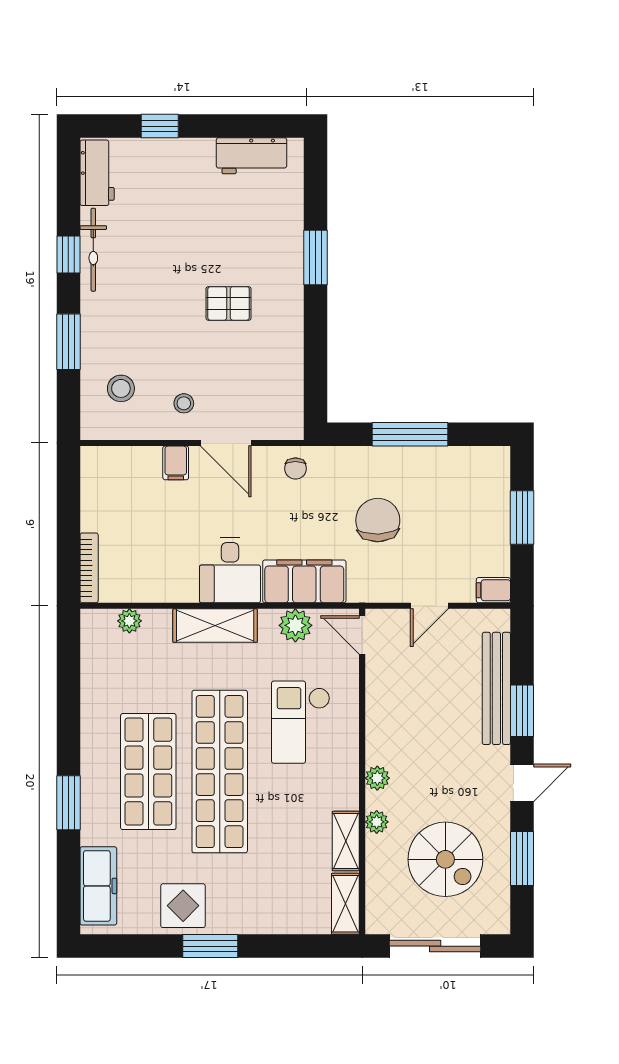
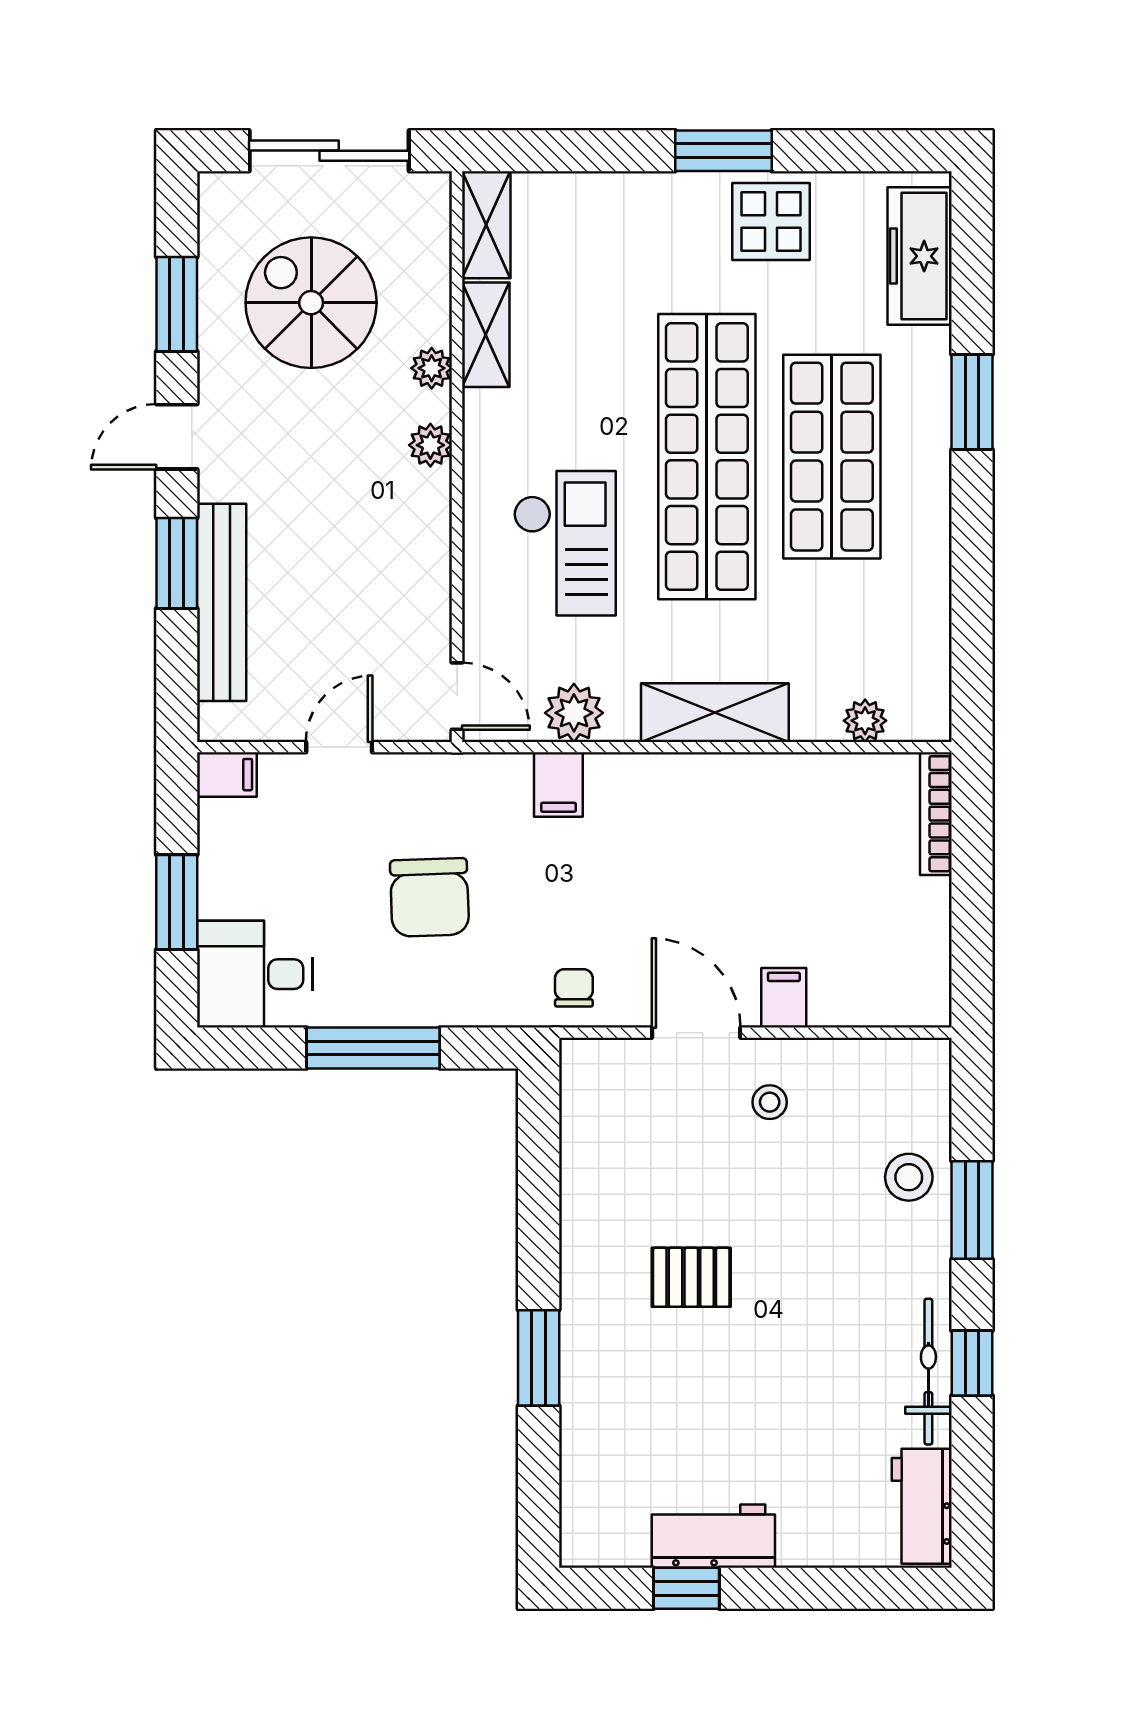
window: (160, 126) -> (686, 1588), moved
workbench: (251, 156) -> (713, 1536), moved
stool: (121, 388) -> (909, 1177), moved
desk: (230, 570) -> (255, 974), moved, turned -90
filing cabinet: (304, 581) -> (558, 785), width x0.33, depth x0.86

